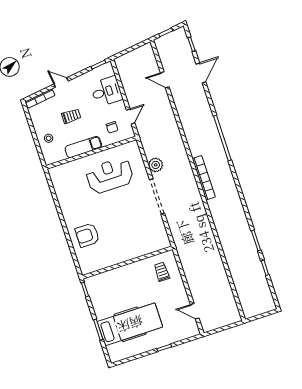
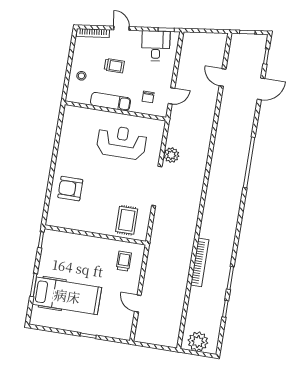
desk: (106, 91) -> (156, 46), moved, turned -97
bookcase: (204, 178) -> (200, 262), moved
rug: (147, 237) -> (127, 220), added
plant: (256, 306) -> (198, 342), added
door: (195, 311) -> (138, 303), moved

